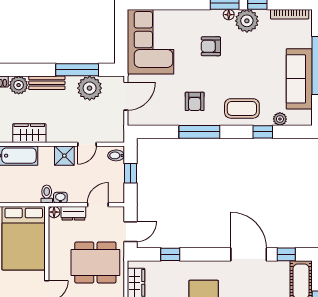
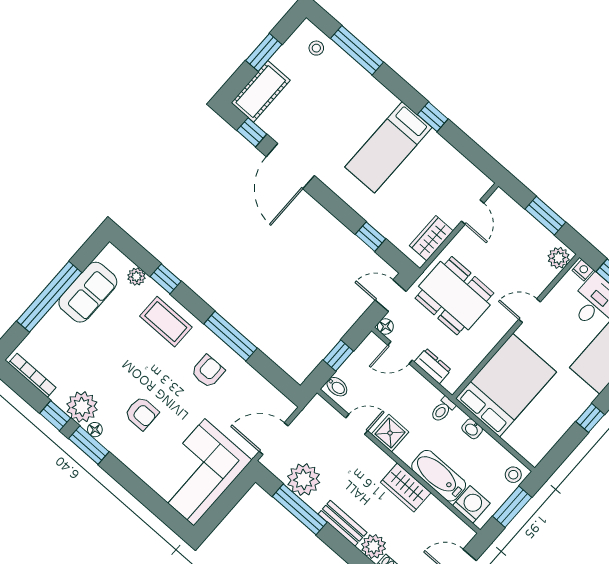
sofa: (299, 79) -> (88, 292), width x0.73
washbasin: (60, 198) -> (472, 429), moved
floor lamp: (54, 212) -> (385, 326), moved

